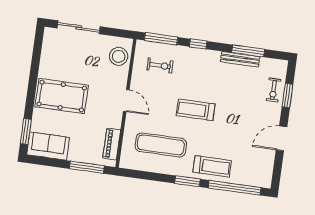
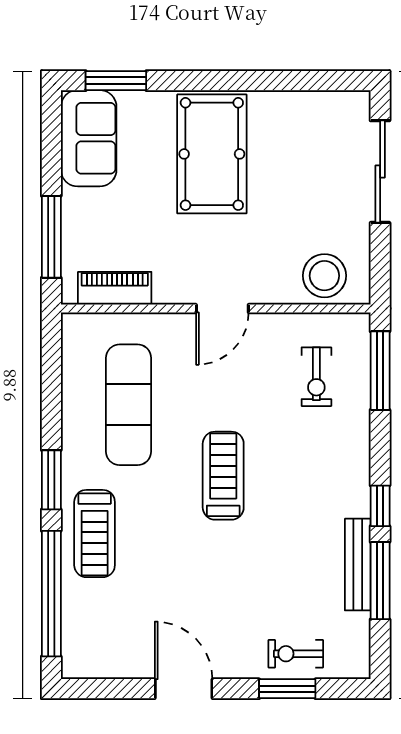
window: (198, 44) -> (380, 506), moved

